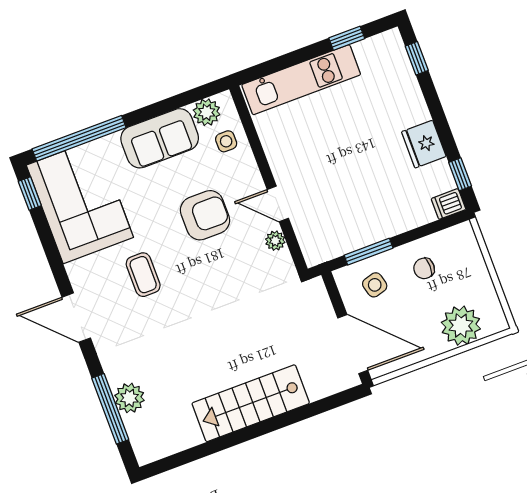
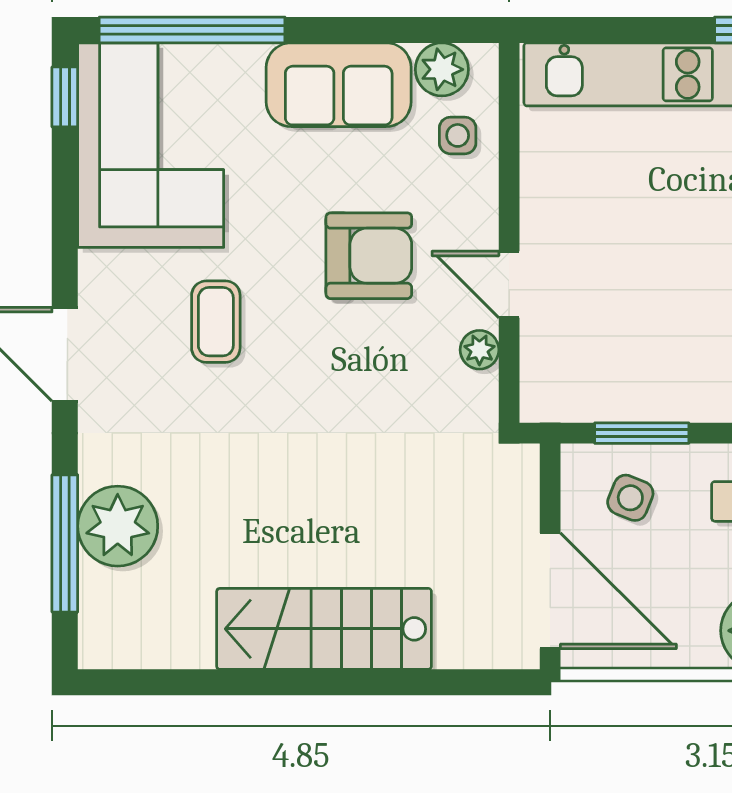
side table: (375, 285) -> (630, 498), turned 37
plant: (129, 398) -> (118, 526), width x1.36, depth x1.36

